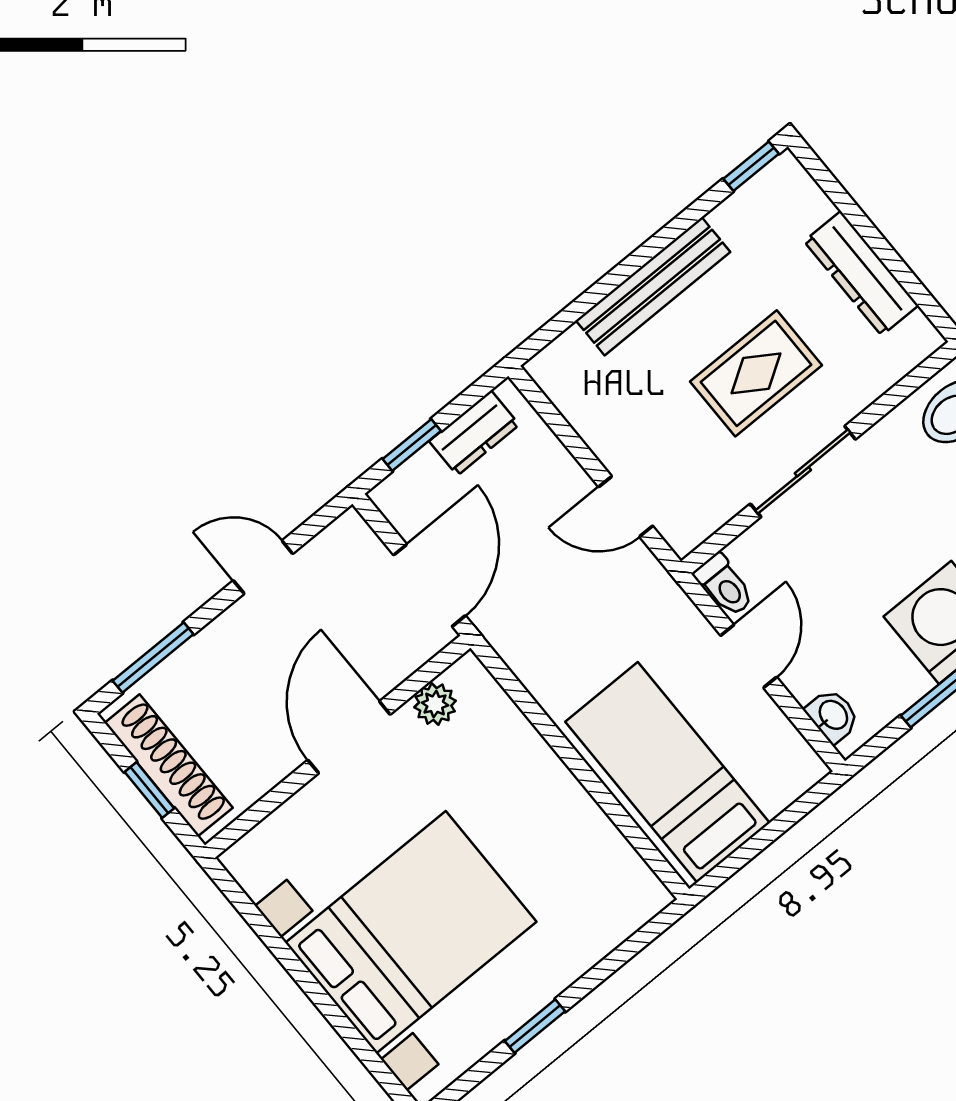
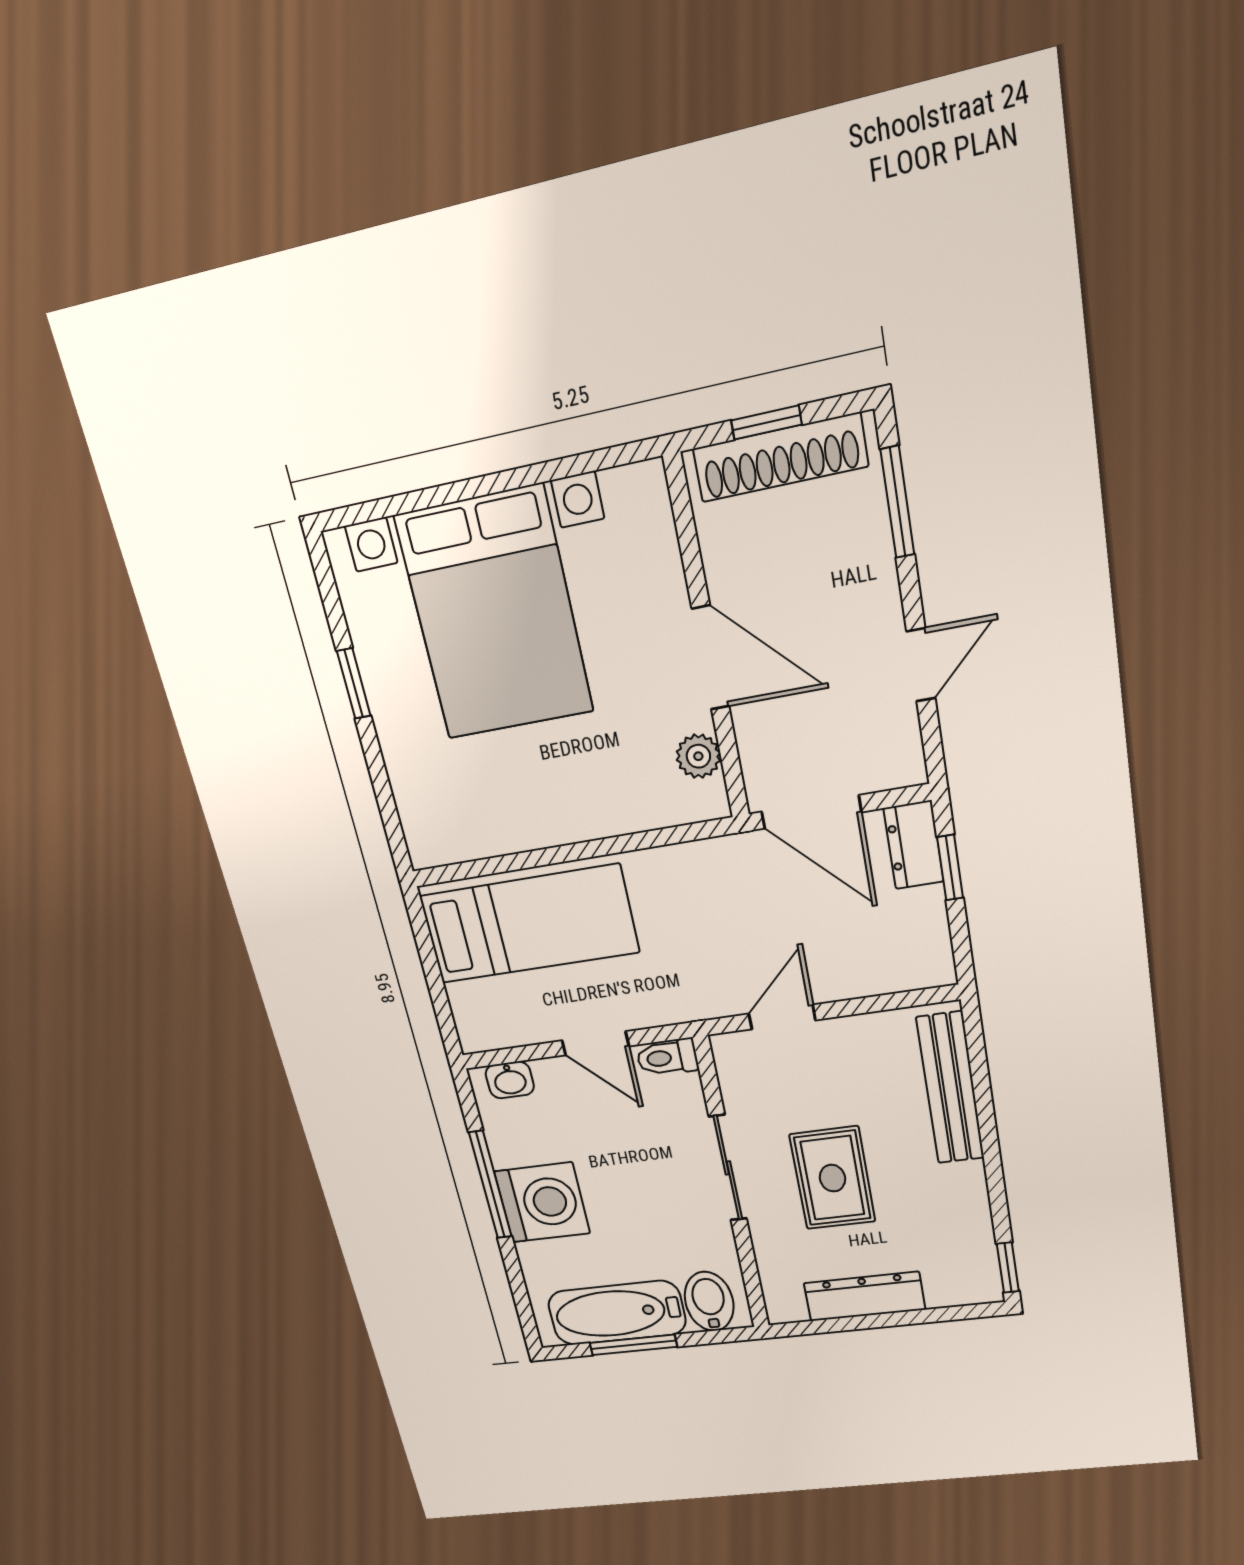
bench: (653, 286) -> (950, 1088), moved
dresser: (474, 433) -> (914, 845), moved

